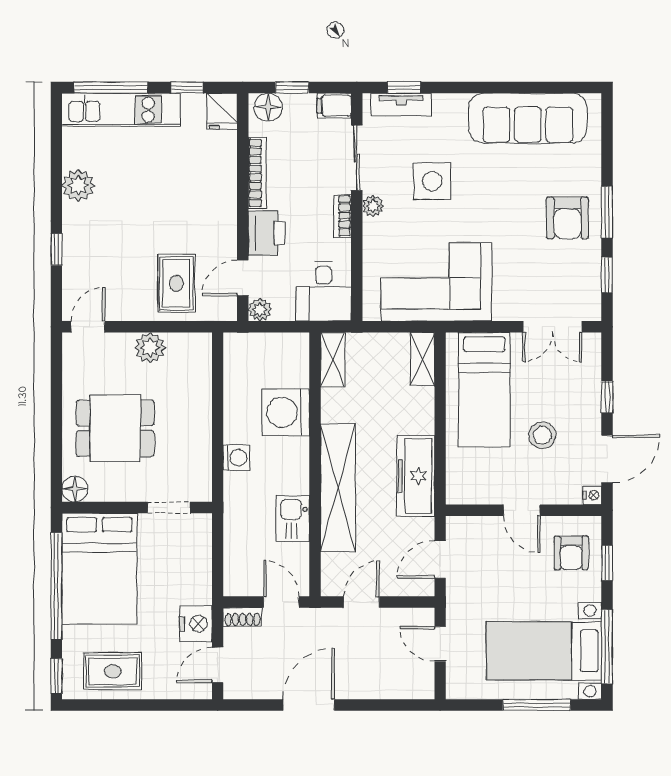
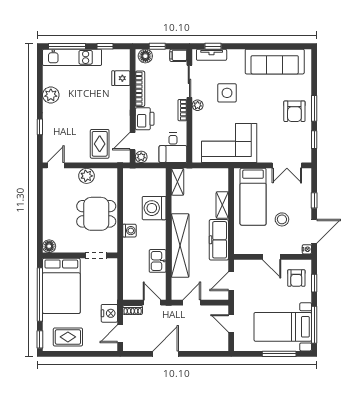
fridge: (222, 111) -> (121, 78), moved, turned 90
shelving: (423, 359) -> (222, 205), moved
dining table: (115, 428) -> (96, 214), moved

